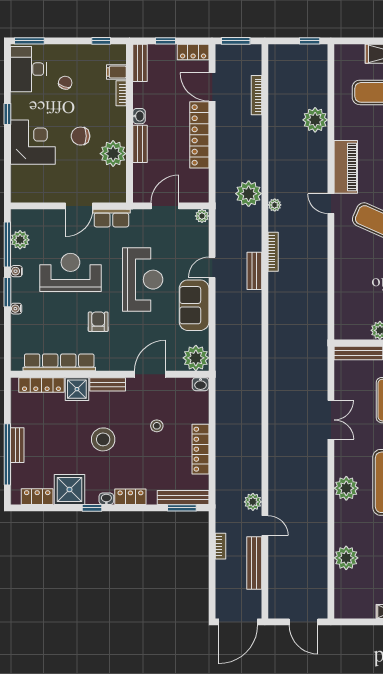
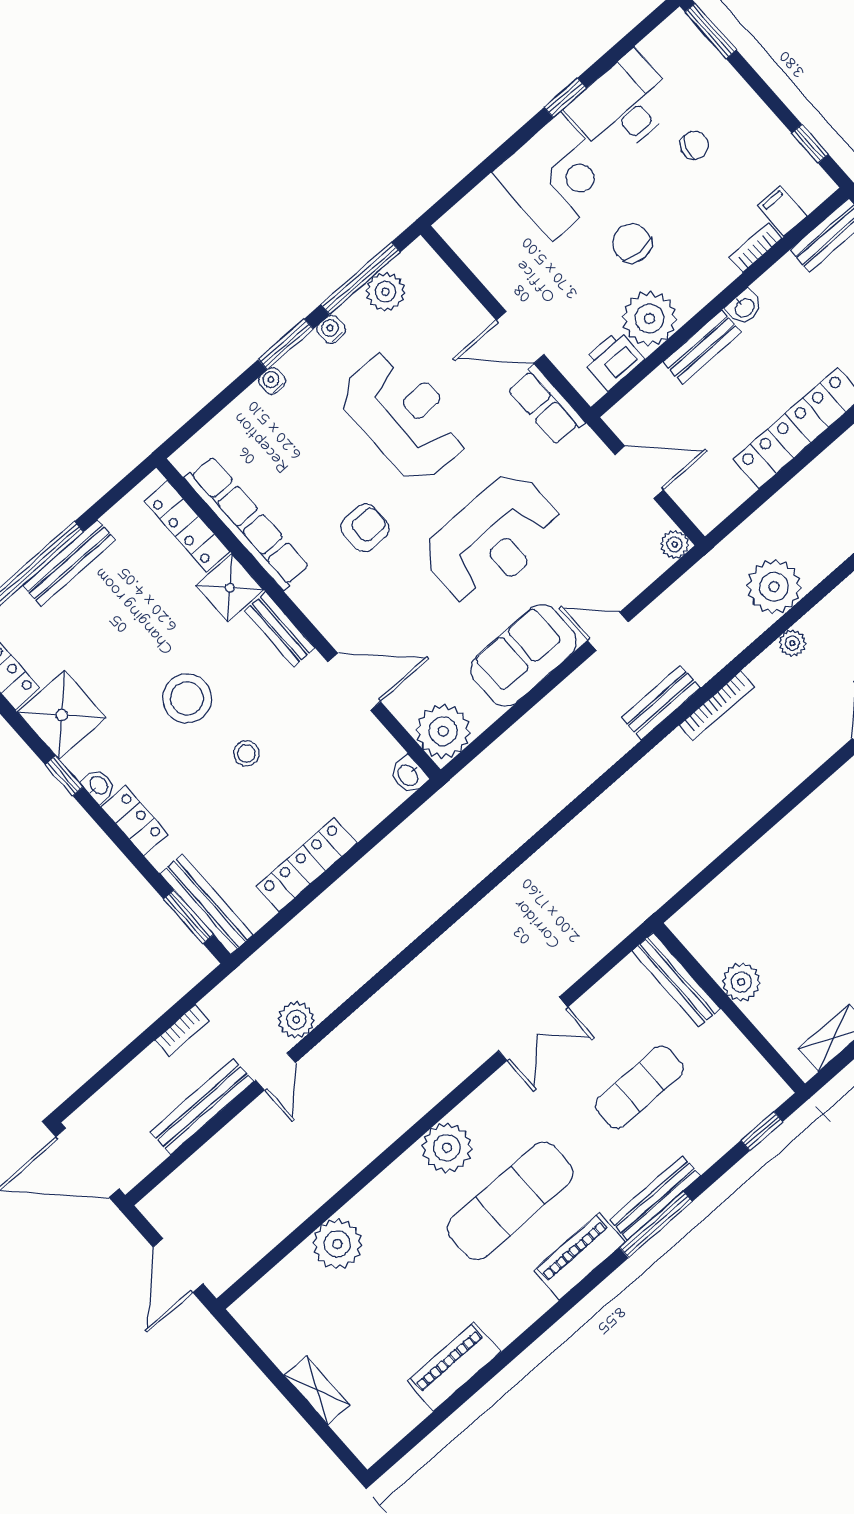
desk: (28, 69) -> (623, 106), moved
printer: (117, 180) -> (613, 360), added
stool: (157, 426) -> (246, 753), moved
bench: (17, 445) -> (69, 563), width x1.36

